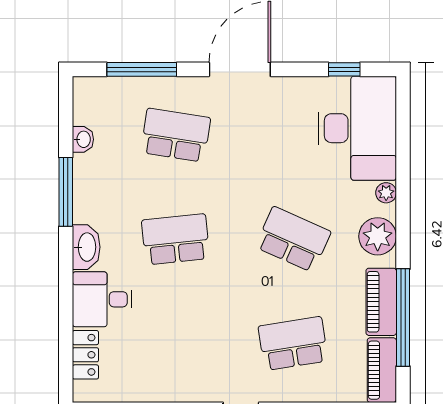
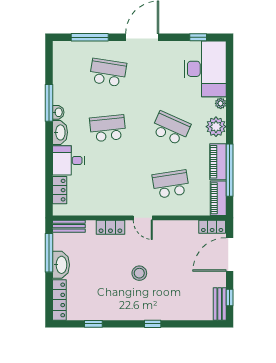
washbasin: (83, 139) -> (58, 112), moved

